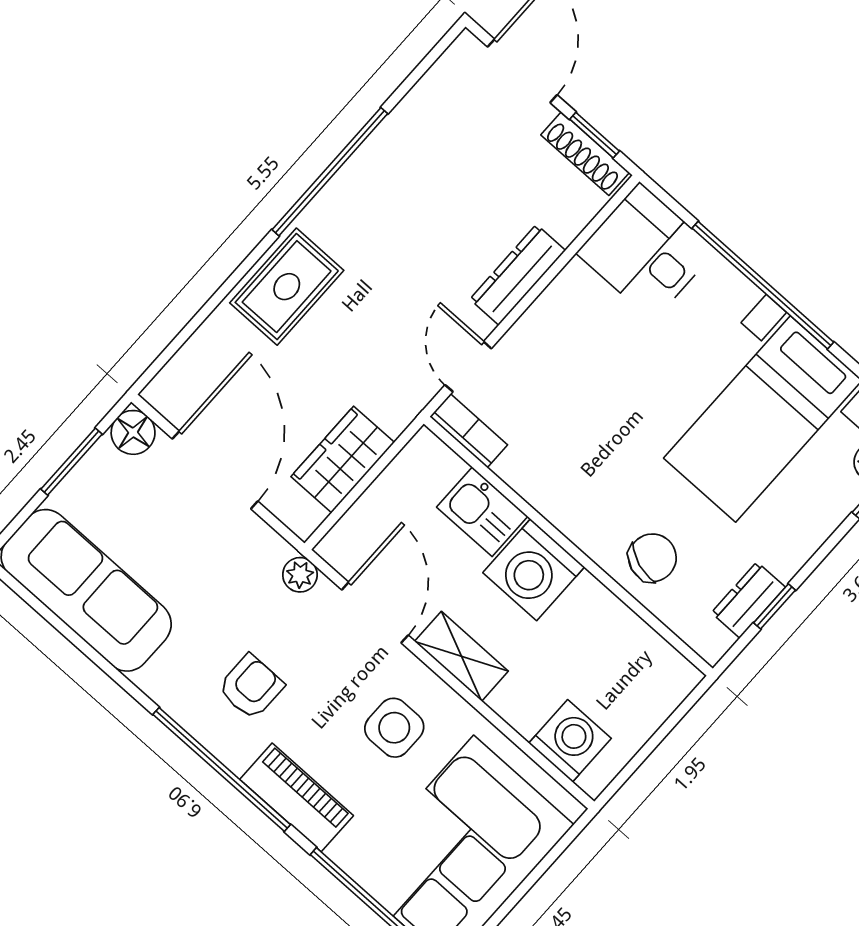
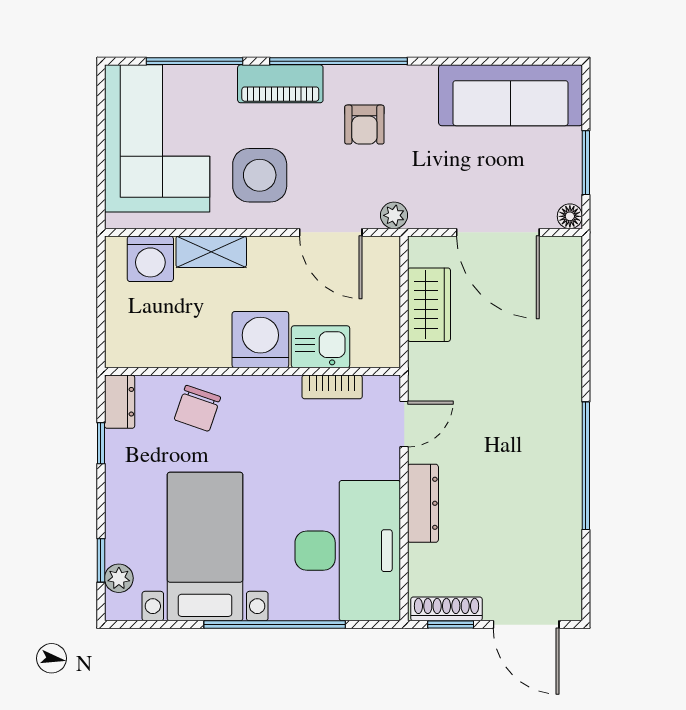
desk: (646, 252) -> (348, 551), width x1.87, depth x1.30
rug: (287, 287) -> (551, 376), removed
door: (468, 367) -> (404, 424), hinge flipped
bookcase: (469, 431) -> (332, 387), moved
floor lamp: (133, 432) -> (570, 216), width x0.73, depth x0.73
dresser: (748, 600) -> (120, 402), moved
shelving: (461, 656) -> (211, 252), moved
side table: (394, 728) -> (260, 175), width x1.37, depth x1.37

